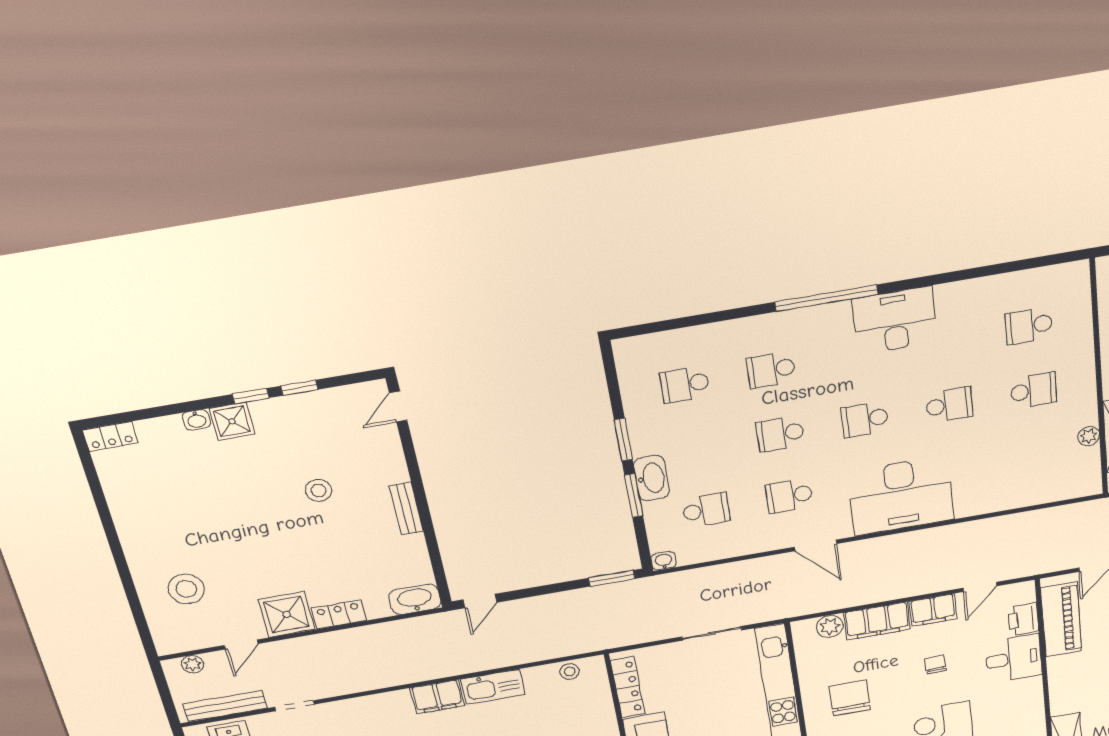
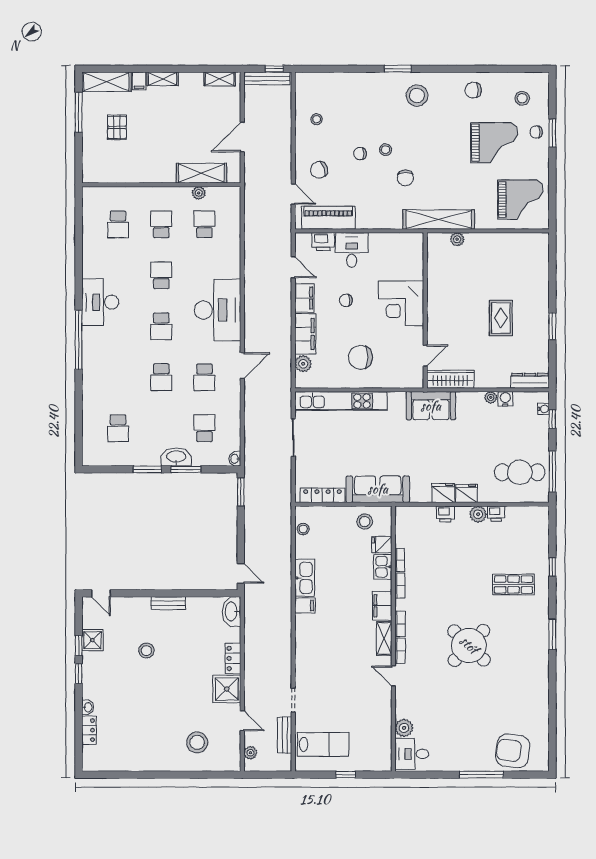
school desk: (771, 370) -> (204, 224), moved, turned 180
shower: (232, 421) -> (92, 640), moved
locker: (110, 436) -> (89, 730), moved
filing cabinet: (437, 697) -> (305, 605), width x0.50
bench: (225, 706) -> (285, 735), width x0.73

